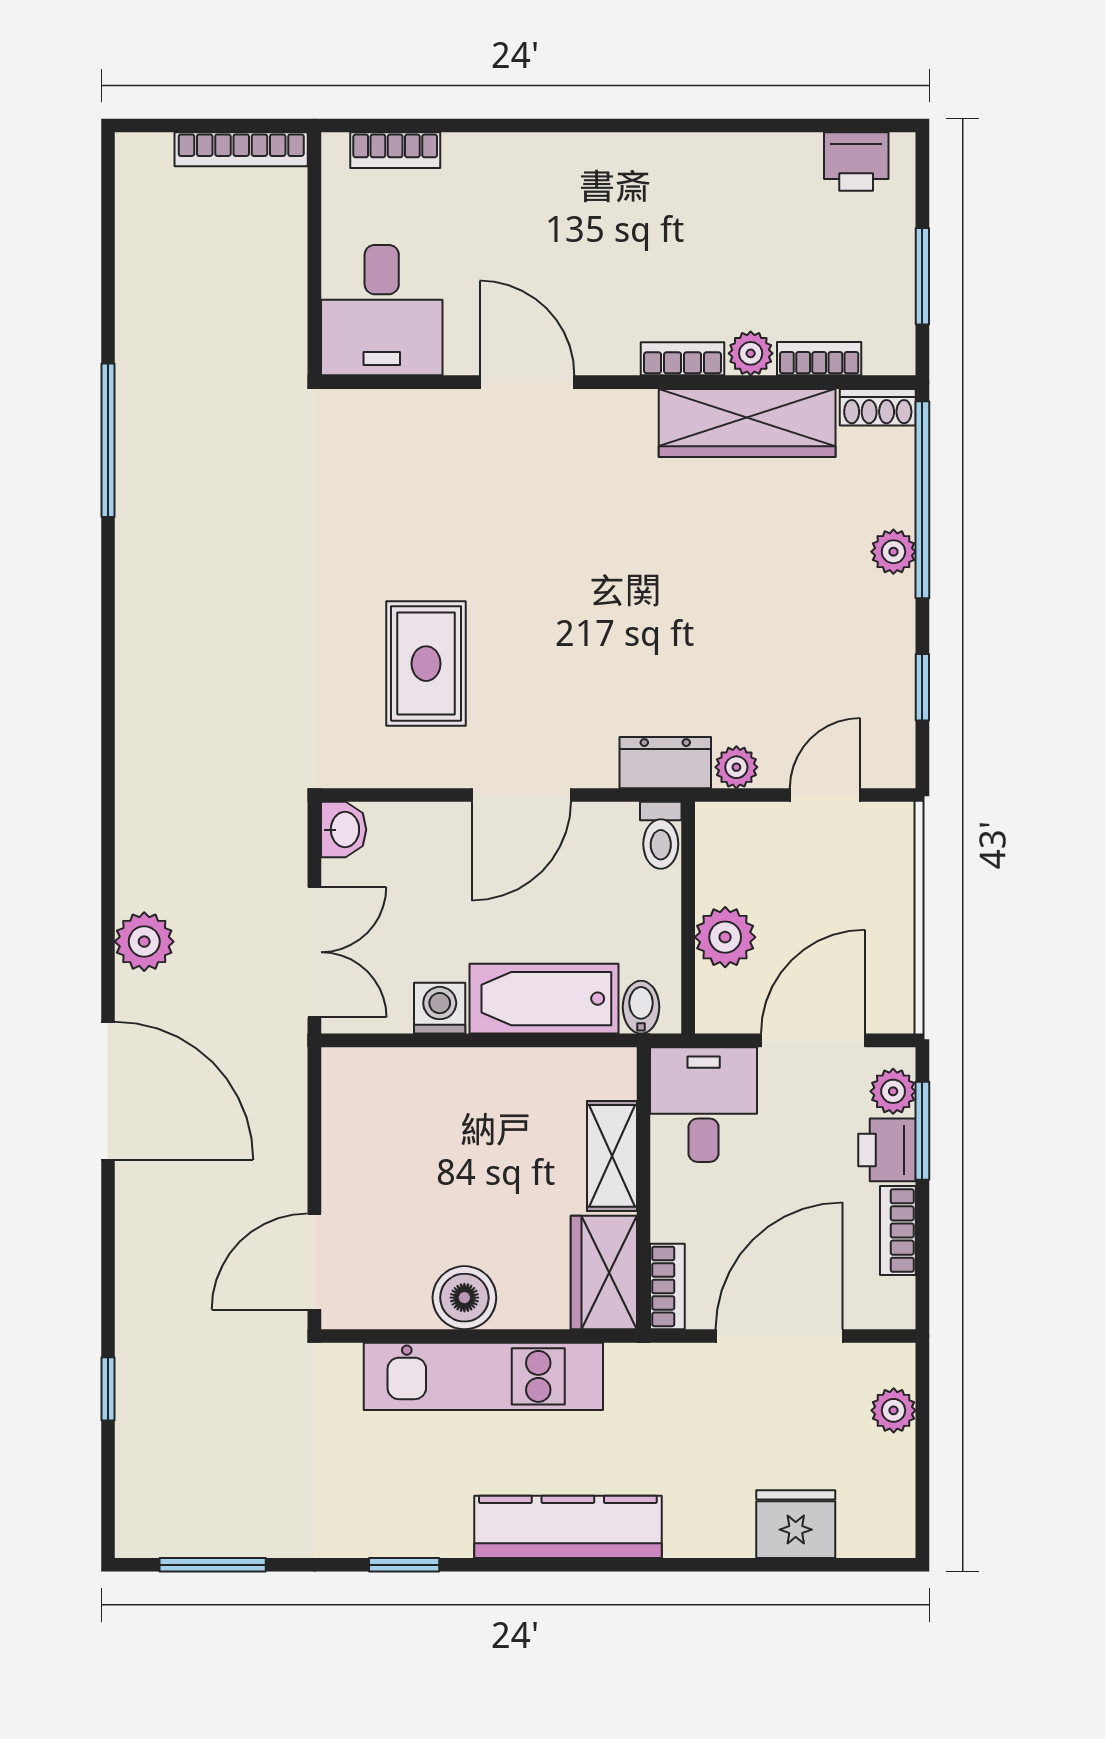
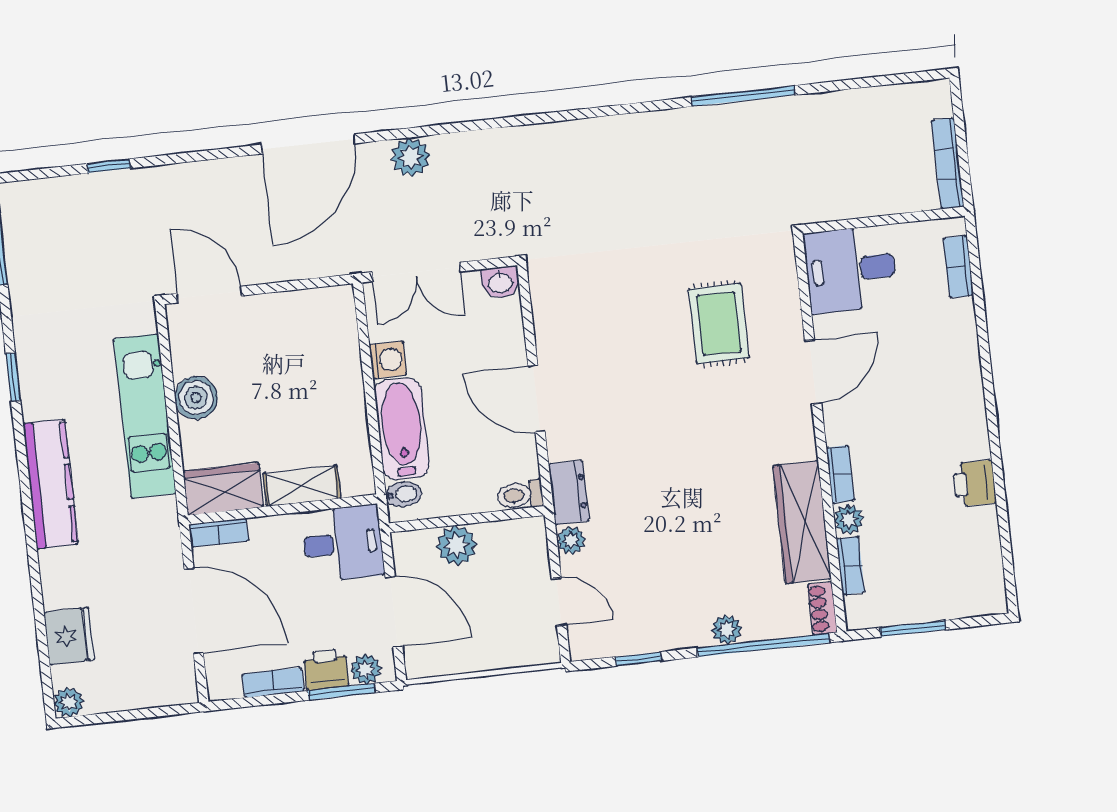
printer: (856, 162) -> (975, 483), moved
rug: (426, 664) -> (719, 324), moved, turned 90
plant: (894, 1410) -> (69, 702), moved

